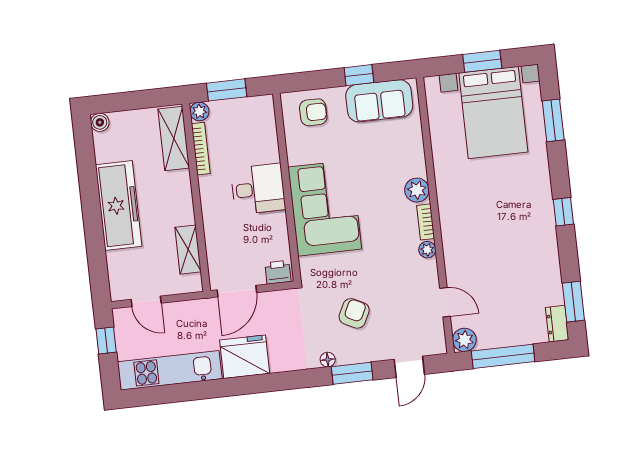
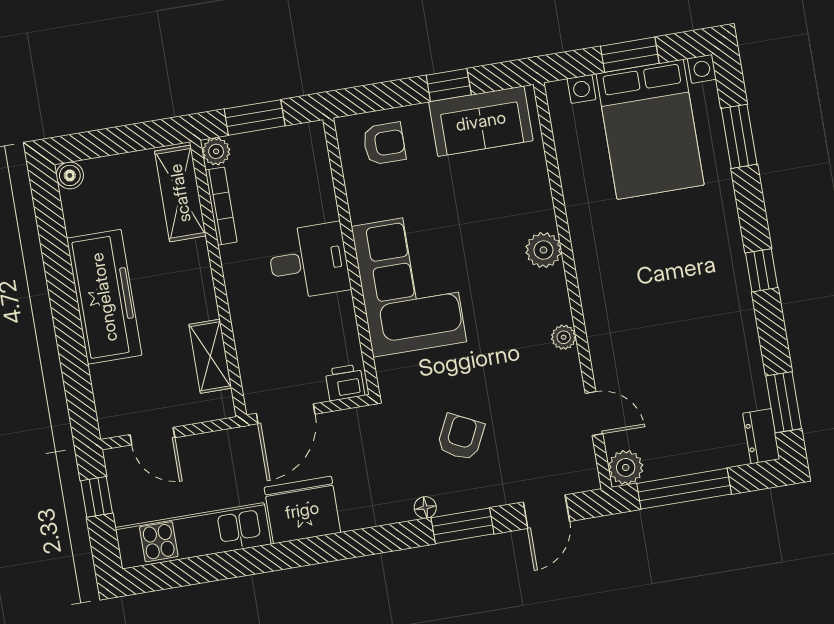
bookcase: (426, 222) -> (559, 296), removed

